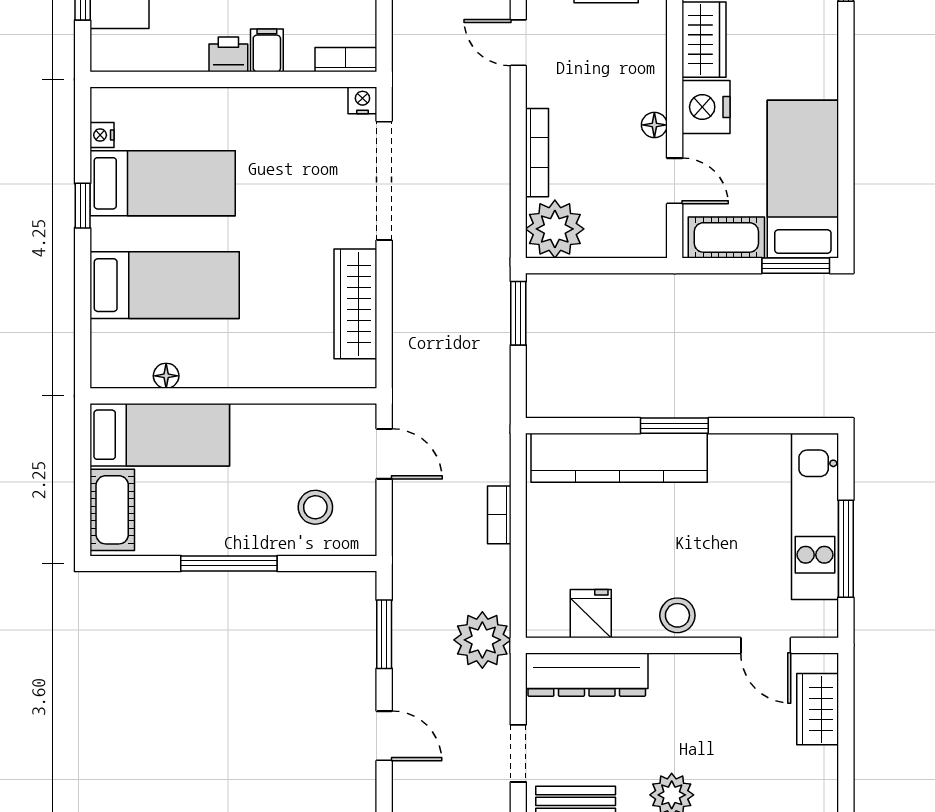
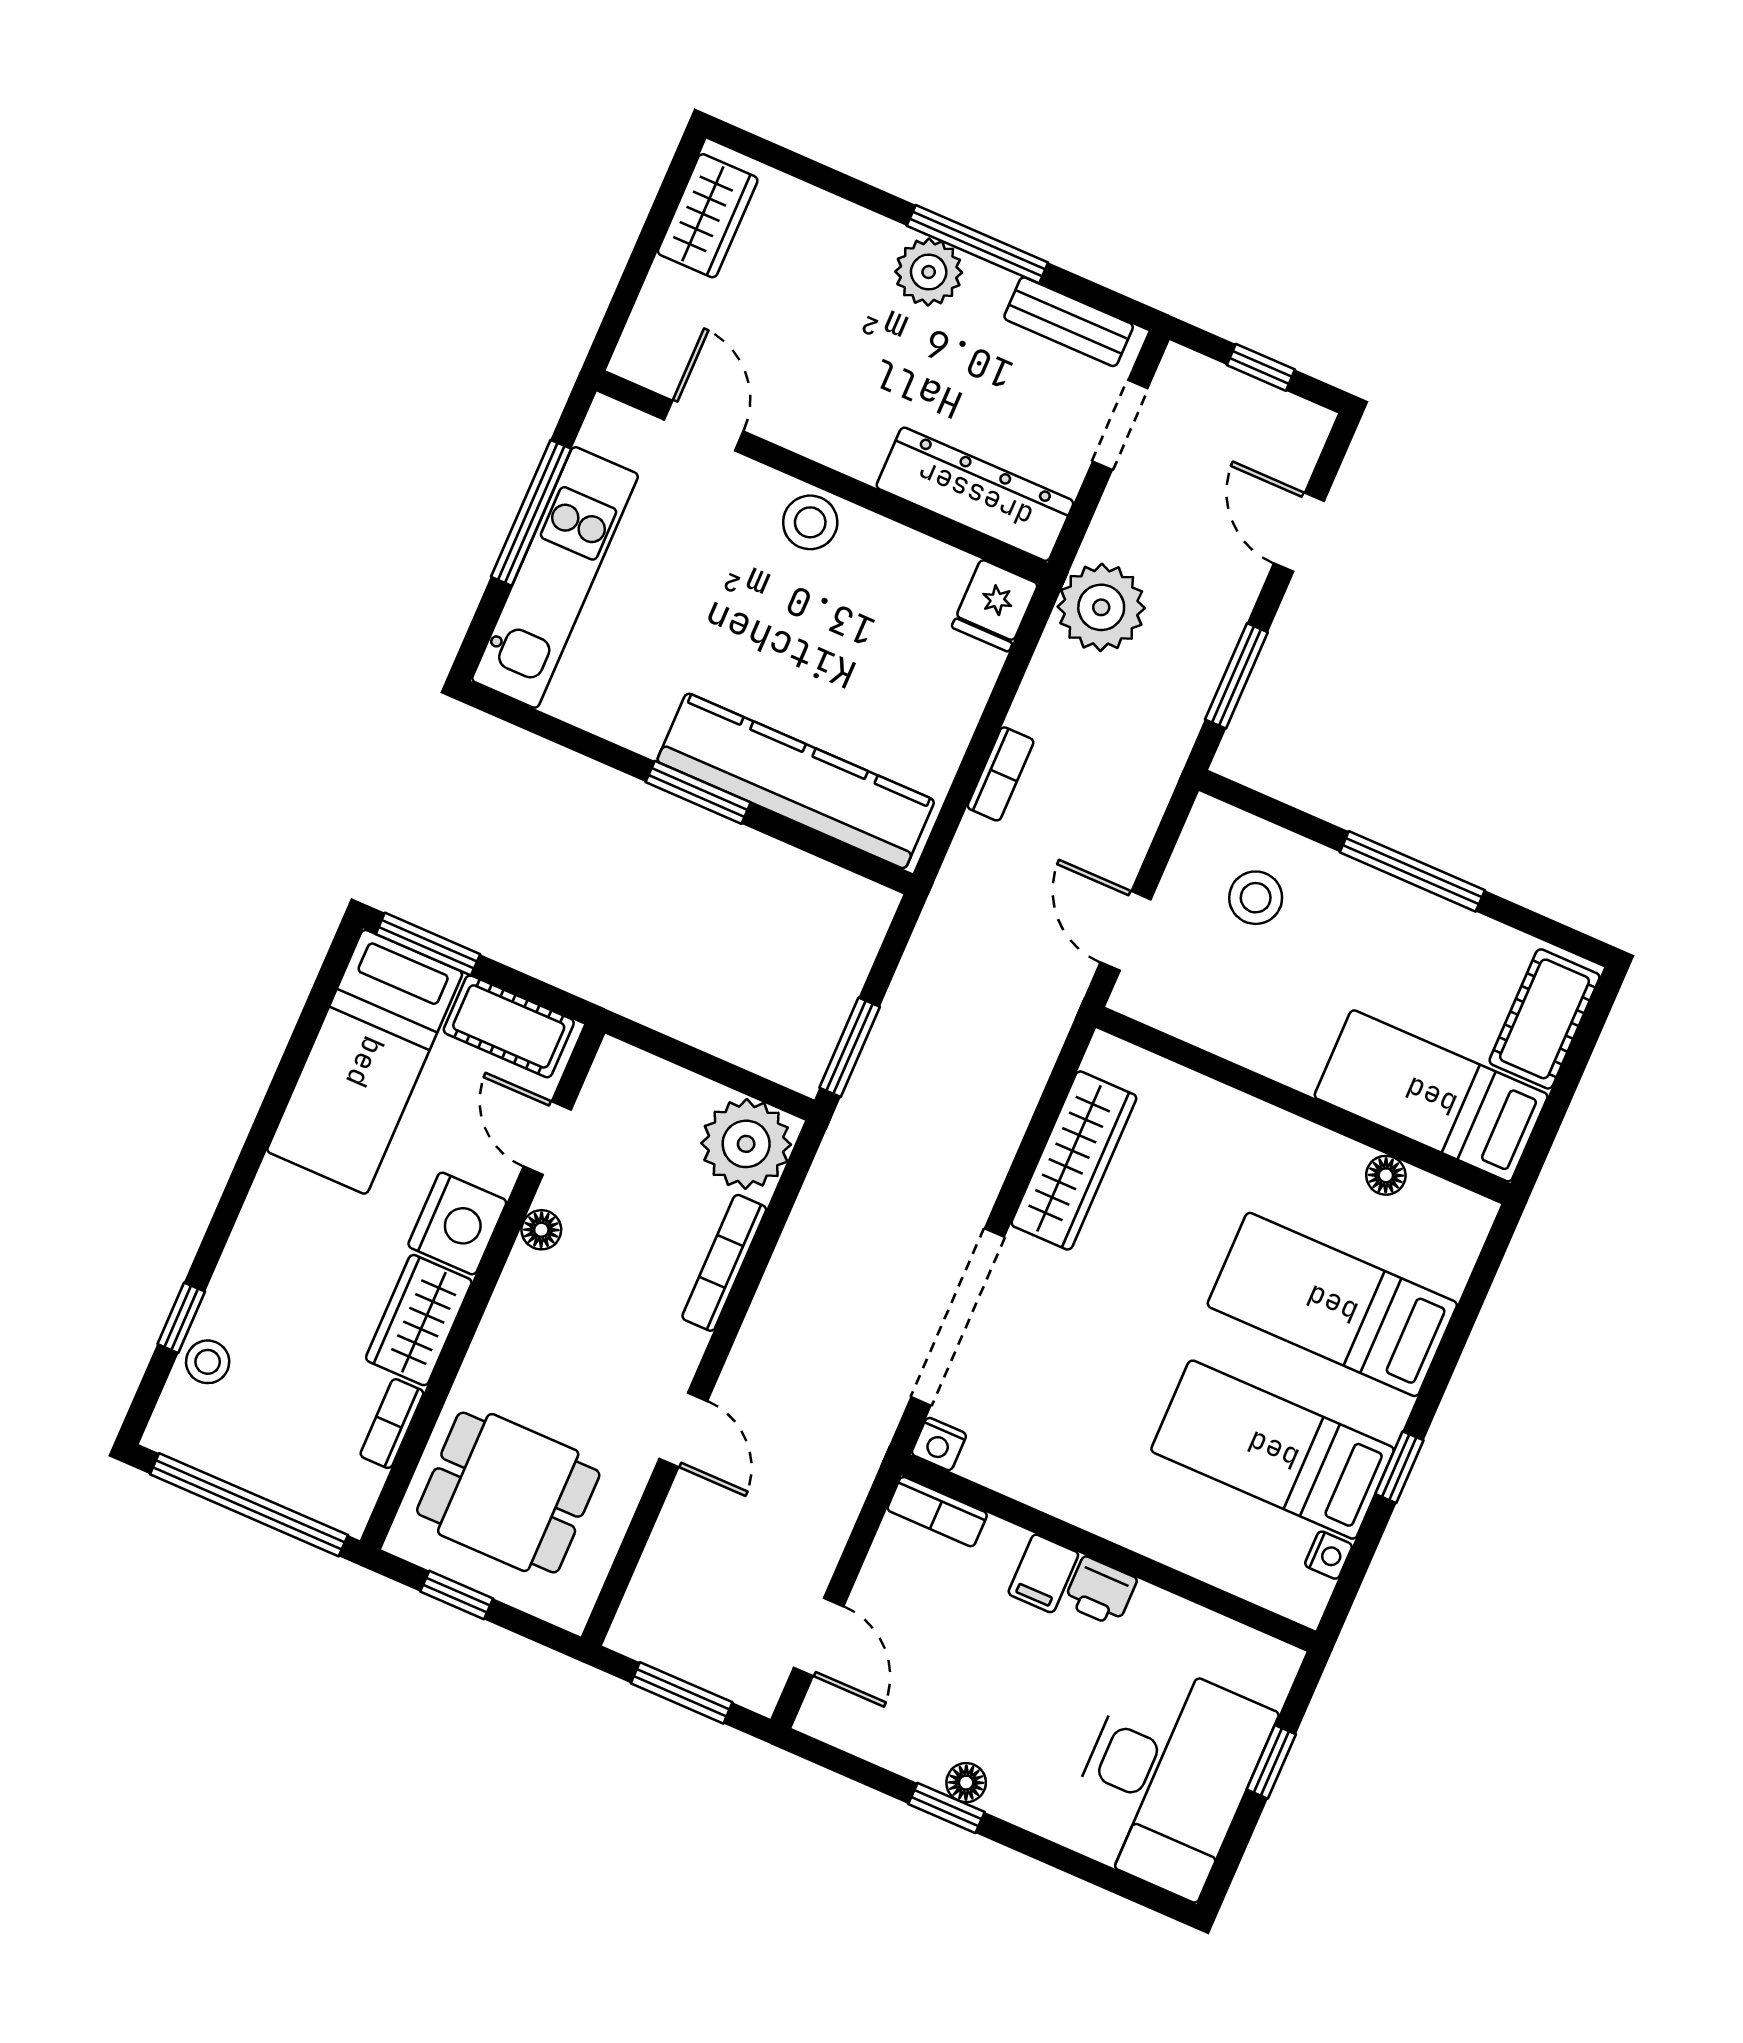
fridge: (591, 614) -> (995, 606), moved
wardrobe: (818, 709) -> (708, 216), moved

